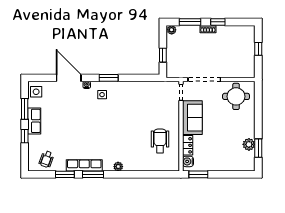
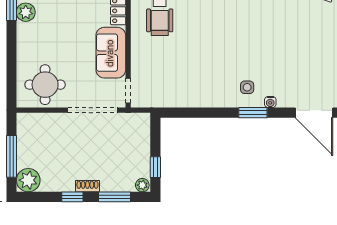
plant: (247, 33) -> (28, 180), added
window: (258, 49) -> (12, 156), width x2.17
window: (163, 55) -> (155, 167), moved
door: (69, 78) -> (314, 113), moved
window: (109, 78) -> (253, 113), moved

